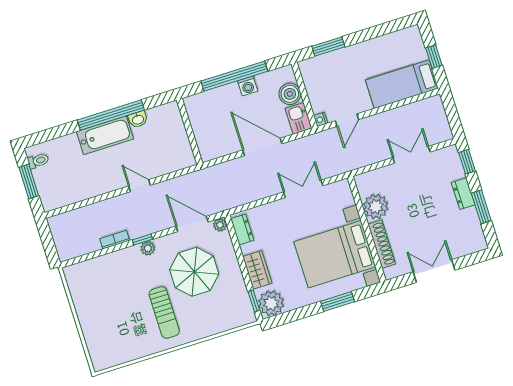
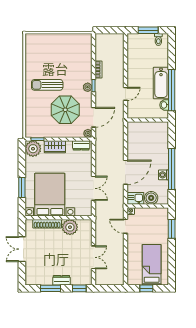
bed: (402, 84) -> (152, 265), moved
wall: (189, 131) -> (148, 120), moved
double door: (434, 271) -> (22, 249), swing flipped

